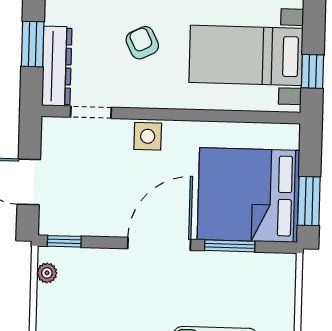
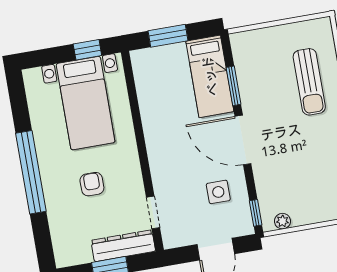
armchair: (142, 43) -> (92, 184), turned 116
side table: (148, 136) -> (218, 192), moved
bed: (248, 195) -> (210, 76), width x0.49
window: (309, 201) -> (168, 36), moved

